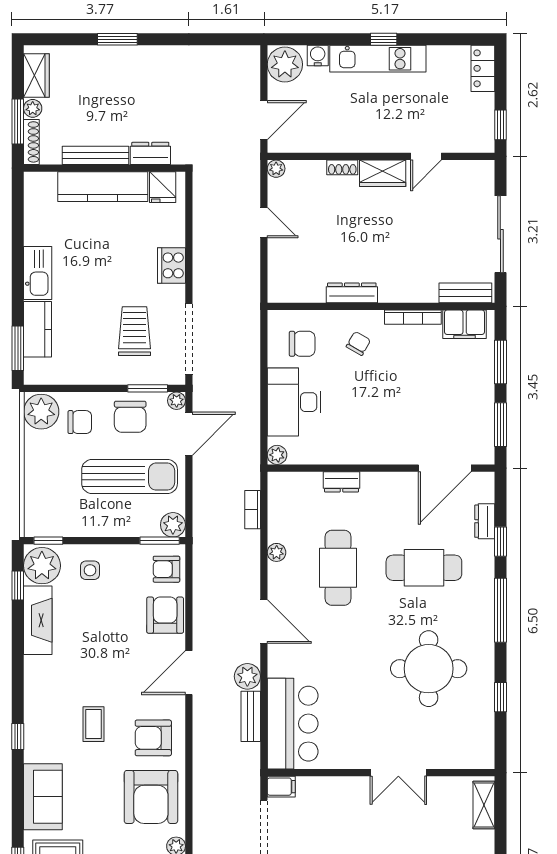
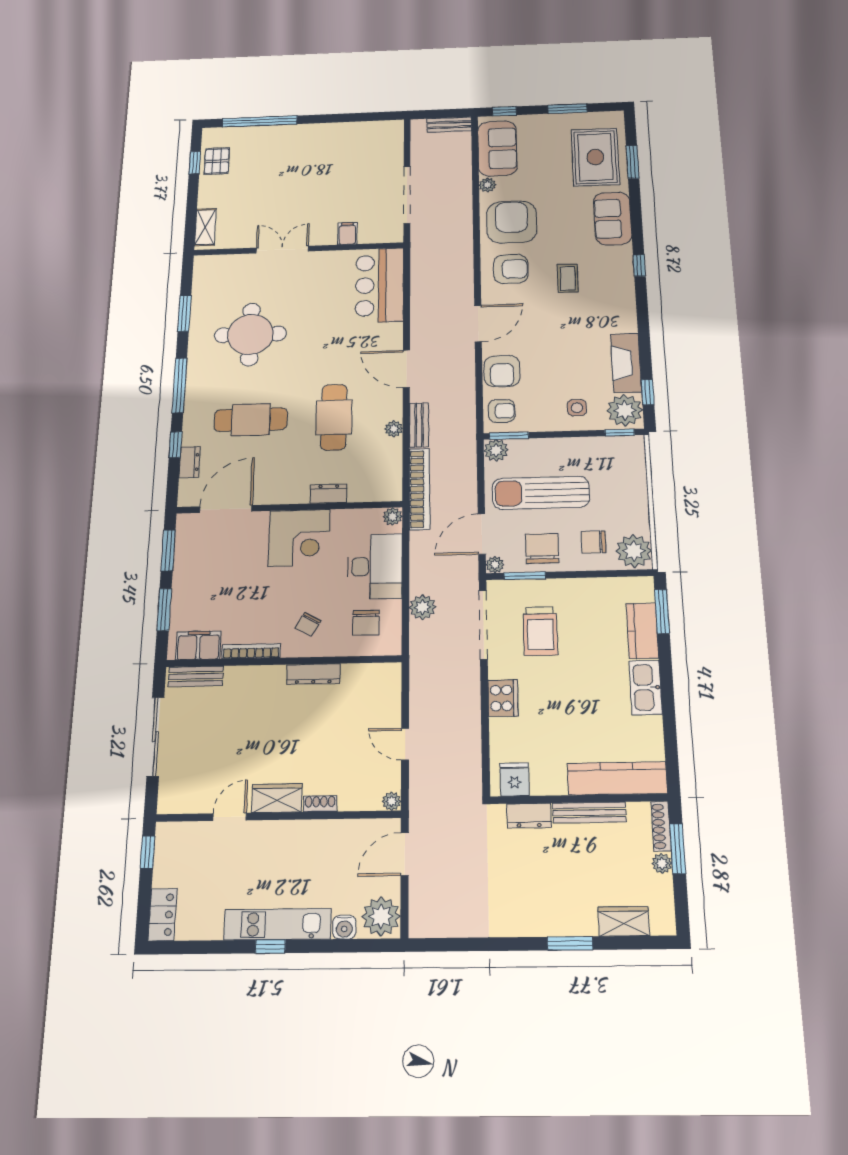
wardrobe: (36, 76) -> (624, 921), moved, turned 90
kitchen counter: (103, 187) -> (617, 778), moved
chair: (302, 344) -> (366, 623), turned -90
corner desk: (370, 435) -> (299, 538), added
bookcase: (253, 510) -> (420, 489), width x2.31, depth x1.31
plant: (247, 676) -> (422, 607), moved
window: (500, 697) -> (184, 313), width x1.50
bench: (251, 716) -> (419, 425), moved
filing cabinet: (281, 787) -> (347, 234), moved, turned 90

